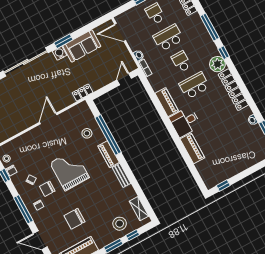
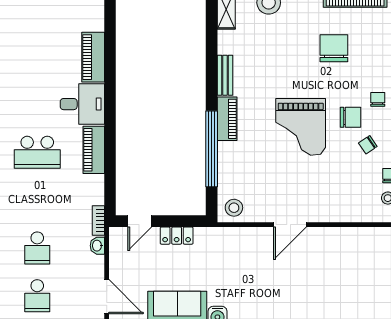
school desk: (168, 38) -> (37, 248), width x0.54
school desk: (181, 62) -> (37, 200), removed
locker: (83, 93) -> (177, 236), moved
stool: (87, 133) -> (234, 208), moved
chair: (75, 219) -> (334, 48), turned -90

